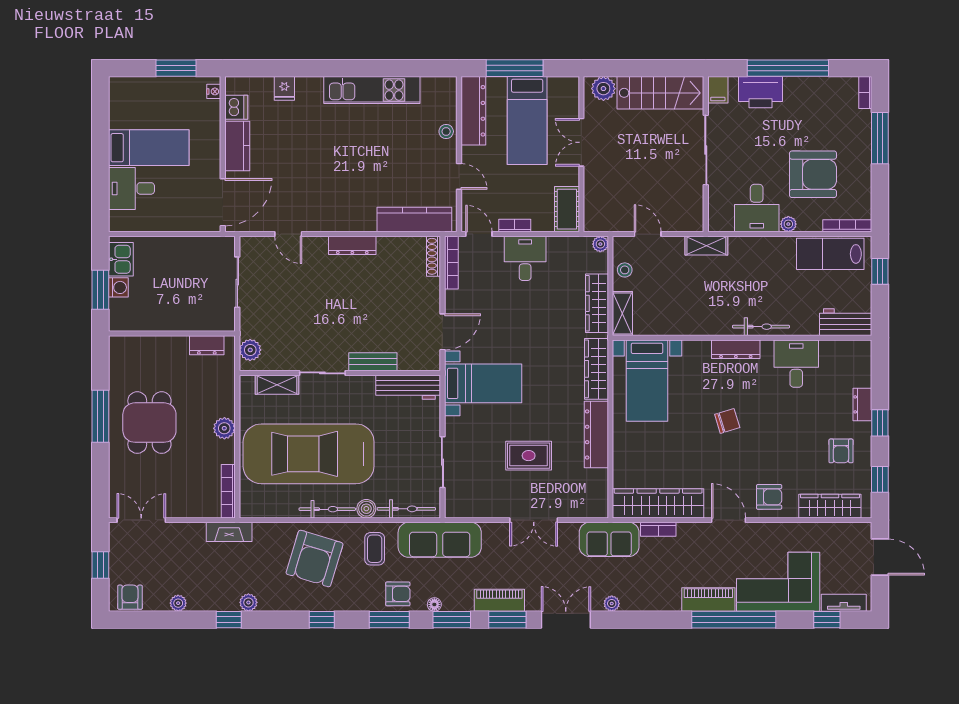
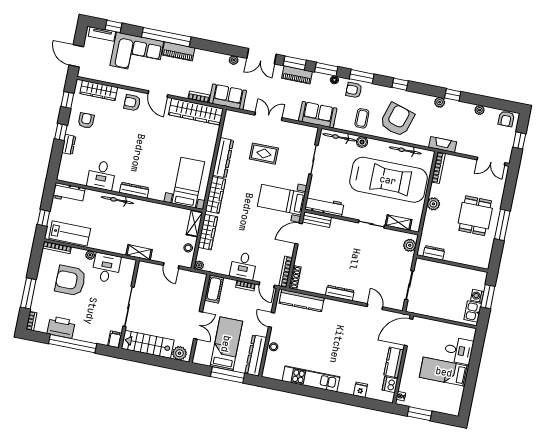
printer: (761, 92) -> (61, 327), moved
bench: (373, 362) -> (317, 220), moved
chair: (727, 421) -> (147, 151), removed
bicycle: (327, 509) -> (405, 150), moved
sofa: (440, 540) -> (318, 115), width x0.73

